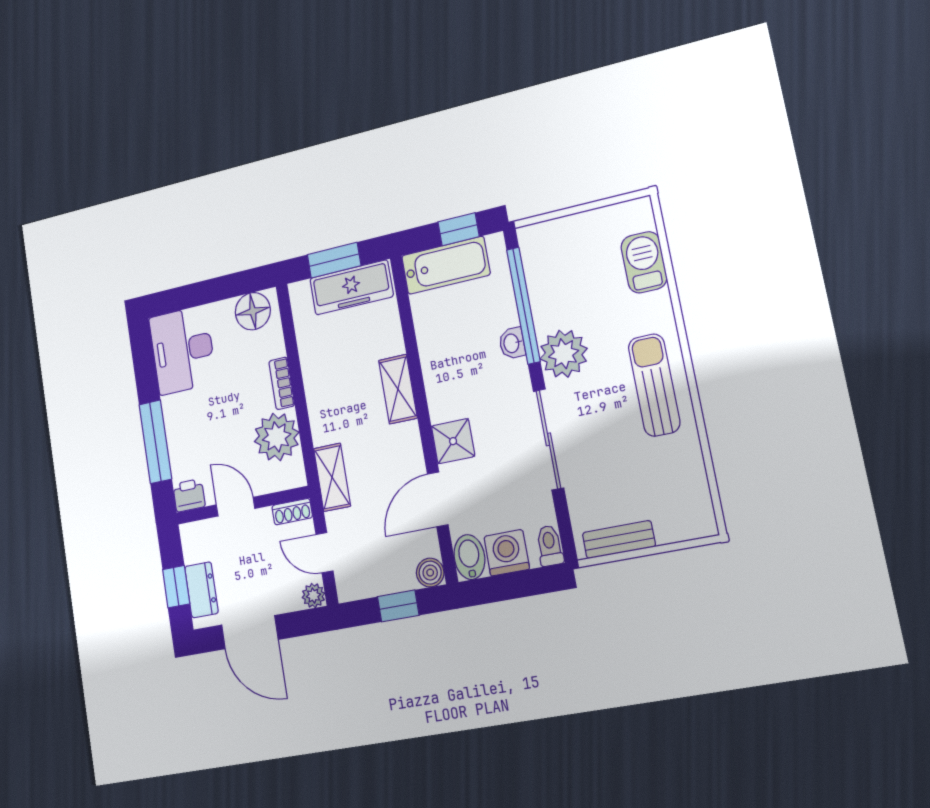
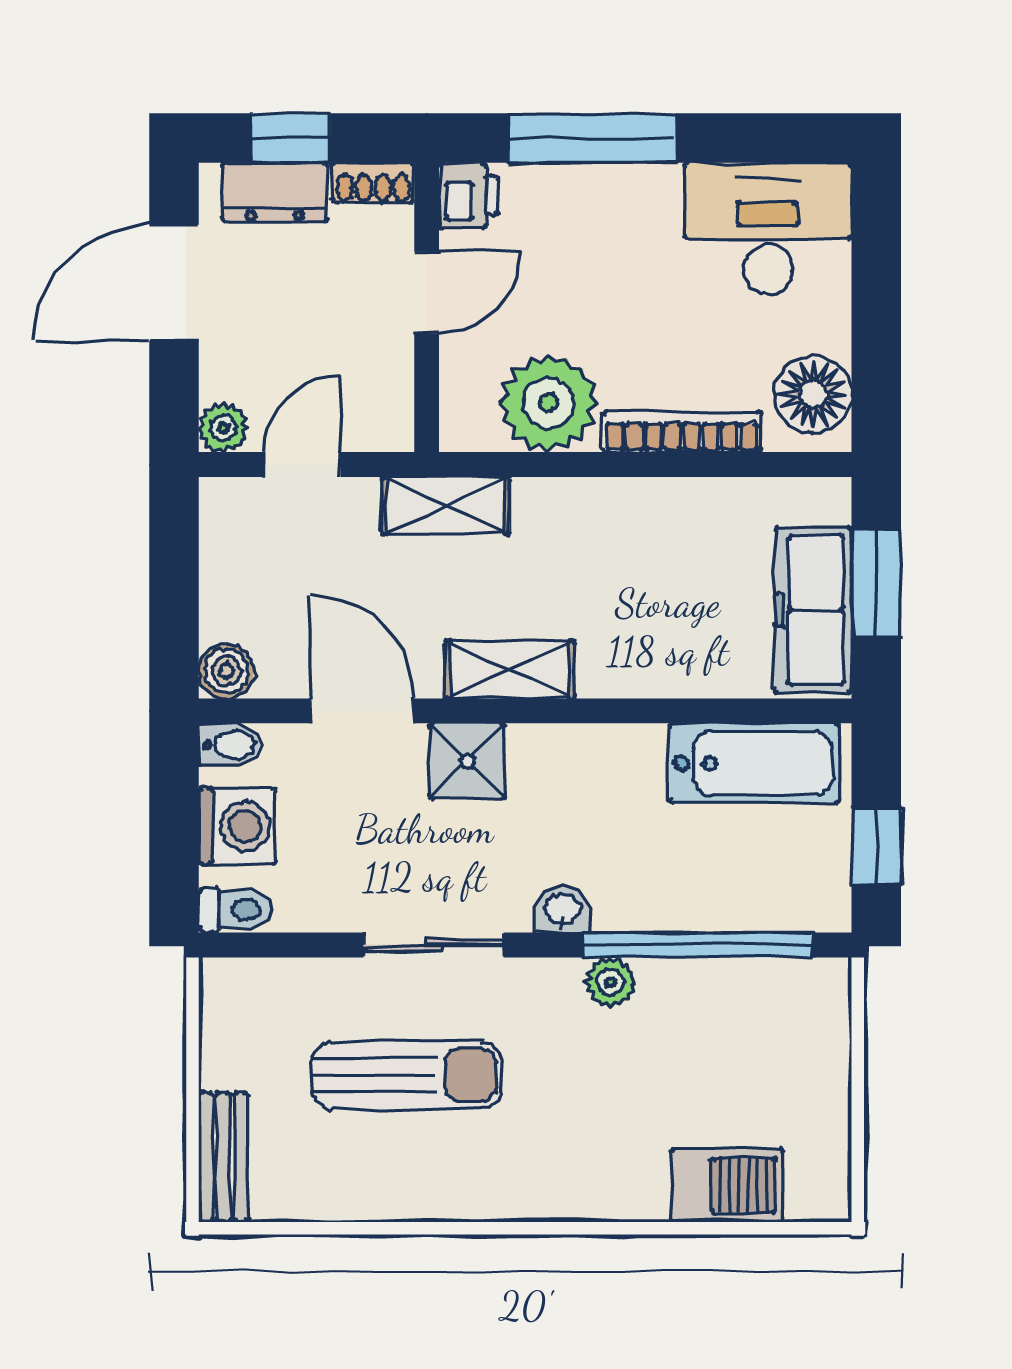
bathtub: (446, 265) -> (754, 763), moved, turned -90
washbasin: (512, 343) -> (562, 910), moved
plant: (564, 354) -> (610, 982), width x0.53, depth x0.53
bookcase: (282, 383) -> (682, 432), width x1.56
sun lounger: (654, 385) -> (407, 1075), moved
shelving: (398, 389) -> (510, 670), moved
sliding door: (548, 439) -> (434, 945), width x0.73
shoe rack: (292, 512) -> (373, 183), moved, turned -90
bench: (619, 540) -> (224, 1157), moved
bidet: (469, 557) -> (230, 745), width x0.72, depth x0.74
window: (398, 606) -> (174, 596), removed

